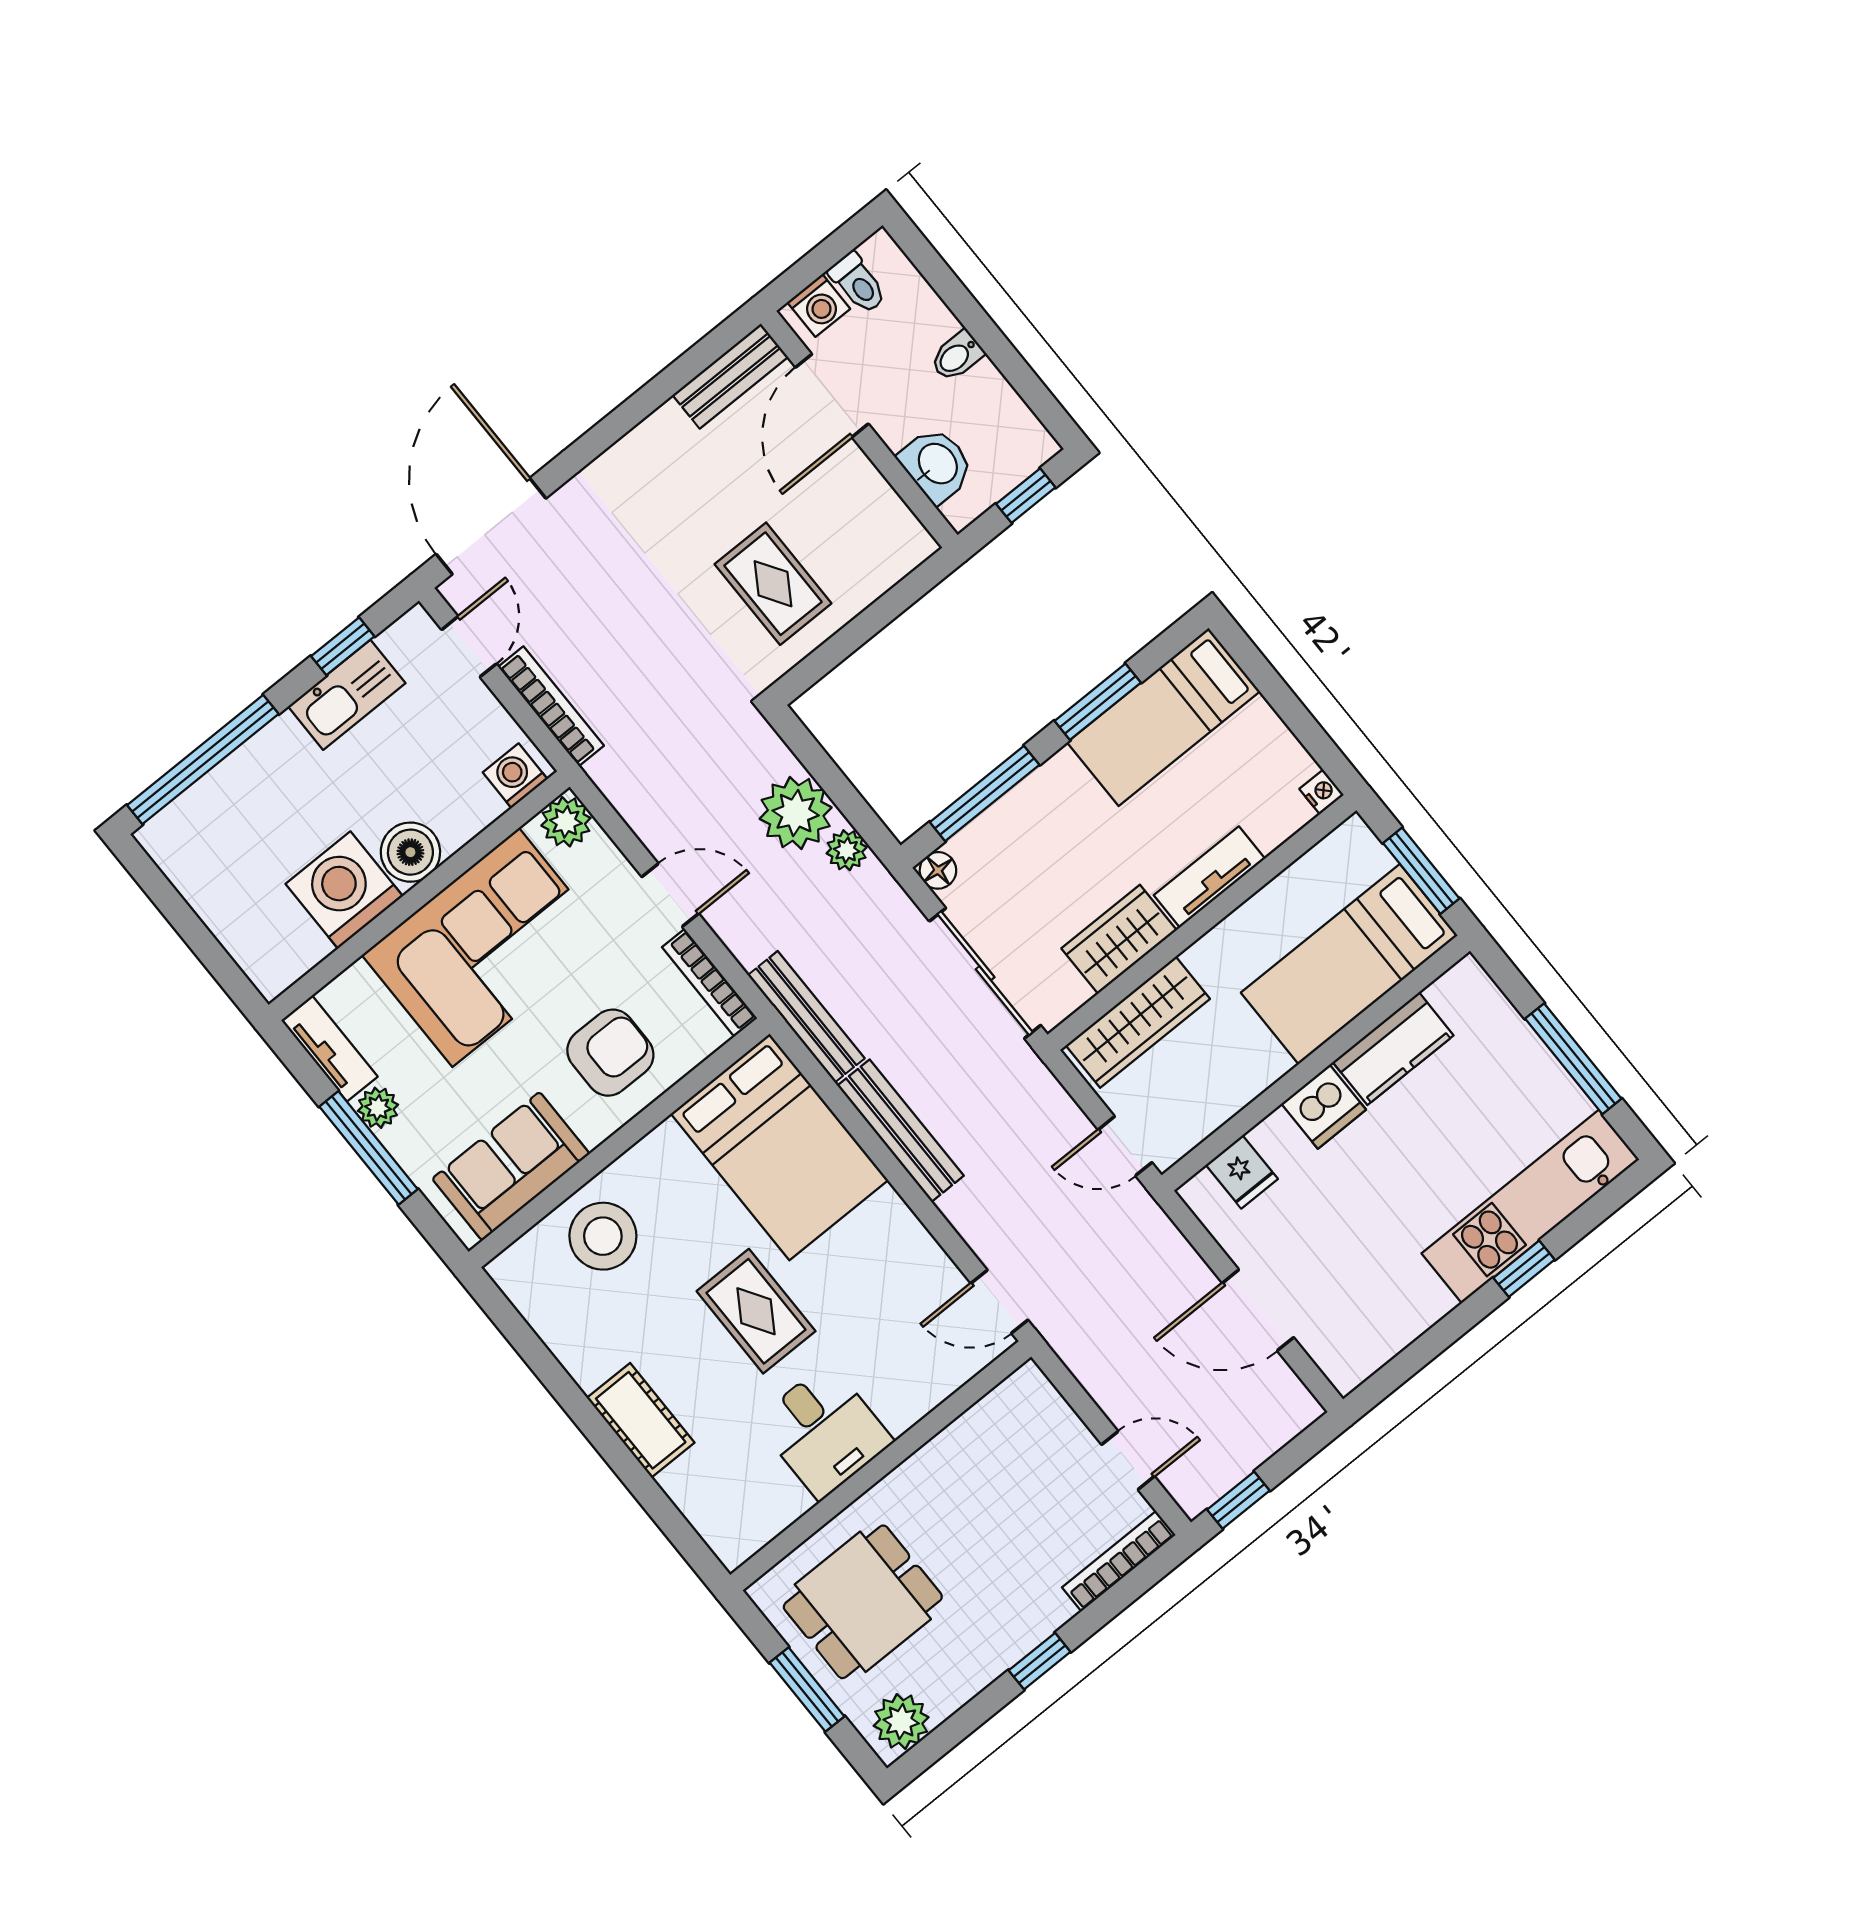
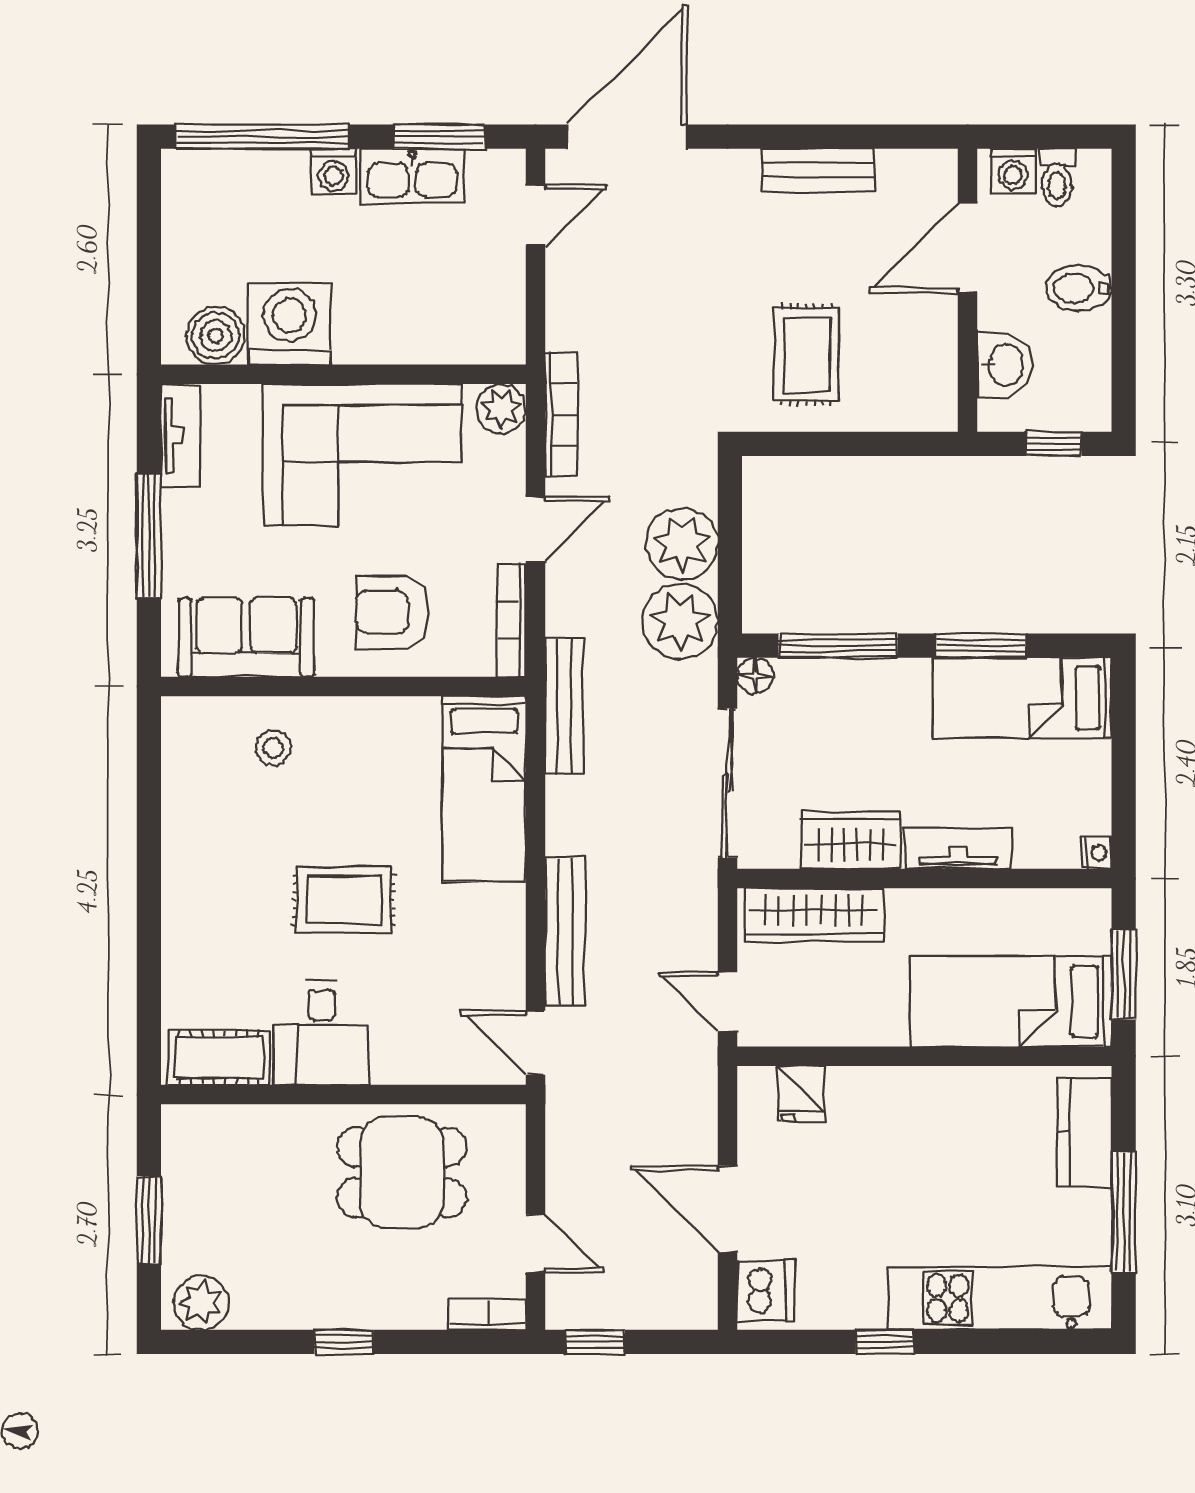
bidet: (957, 356) -> (1079, 288), width x1.38, depth x1.36
bench: (730, 376) -> (818, 170), moved
window: (343, 646) -> (439, 137), width x1.50
bookcase: (551, 706) -> (561, 414), moved
washing machine: (515, 776) -> (334, 171), moved, turned 180
plant: (847, 850) -> (680, 621), width x1.88, depth x1.88
boiler: (410, 852) -> (216, 336), moved
door: (670, 895) -> (535, 529), hinge flipped
kitchen counter: (1393, 1049) -> (1084, 1132), moved, turned 90
armchair: (610, 1053) -> (392, 612), turned 180
dishwasher: (1324, 1107) -> (766, 1291), moved, turned -90
plant: (378, 1108) -> (181, 511), removed
bench: (901, 1131) -> (566, 932), moved
bed: (780, 1147) -> (484, 789), width x0.67
stool: (603, 1236) -> (273, 748), width x0.53, depth x0.53
window: (1524, 1269) -> (885, 1342), moved
rug: (756, 1311) -> (344, 900), turned 90
cot: (641, 1420) -> (219, 1058), moved, turned 90
bookcase: (1119, 1561) -> (488, 1315), width x0.64
dining table: (863, 1602) -> (402, 1172), moved

